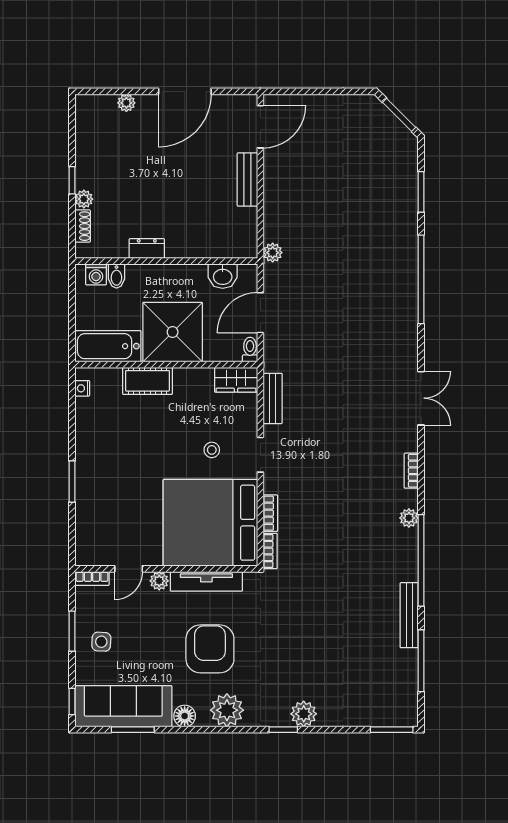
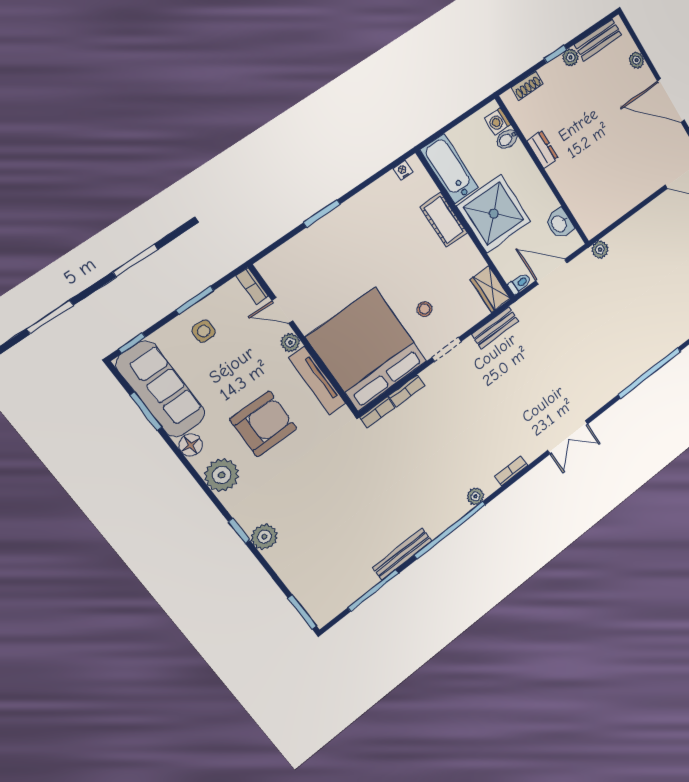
bench: (247, 180) -> (598, 40), moved
plant: (84, 199) -> (570, 57), moved

